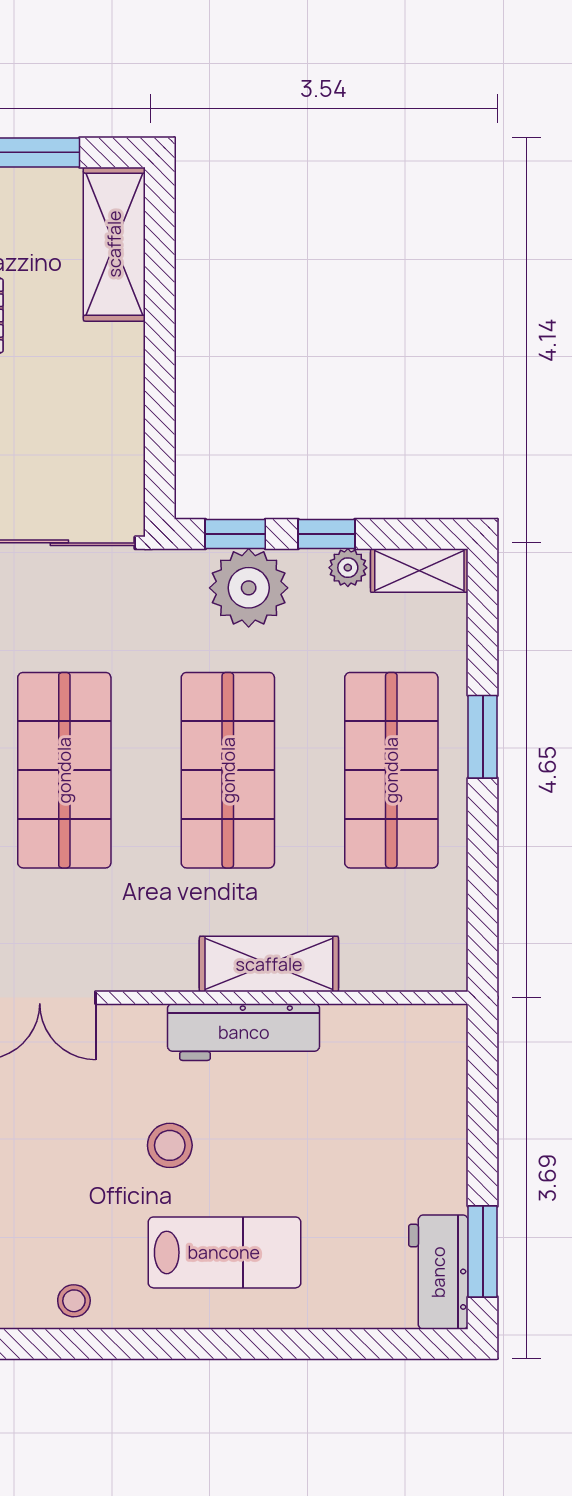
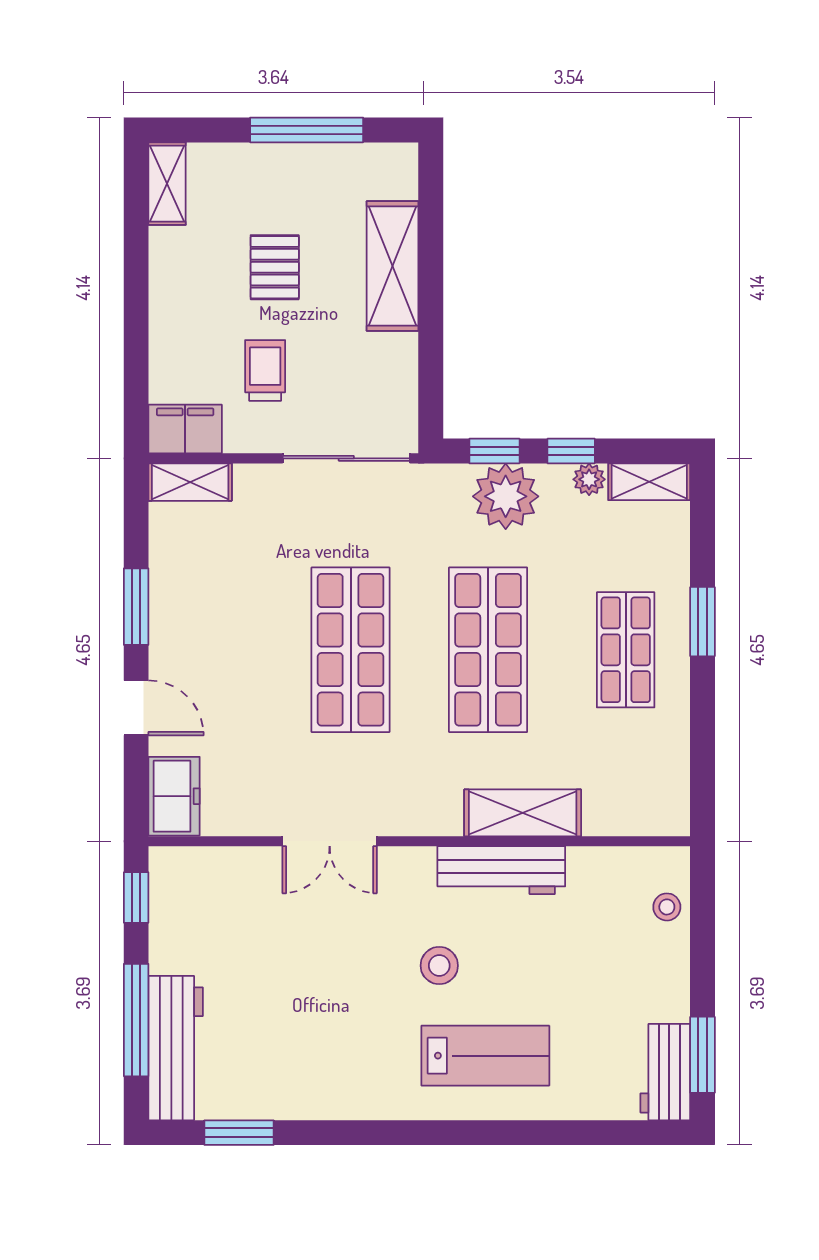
shelving: (114, 244) -> (393, 266), moved
shop shelf: (391, 770) -> (626, 650), width x0.70, depth x0.74
stool: (74, 1301) -> (667, 907), moved

